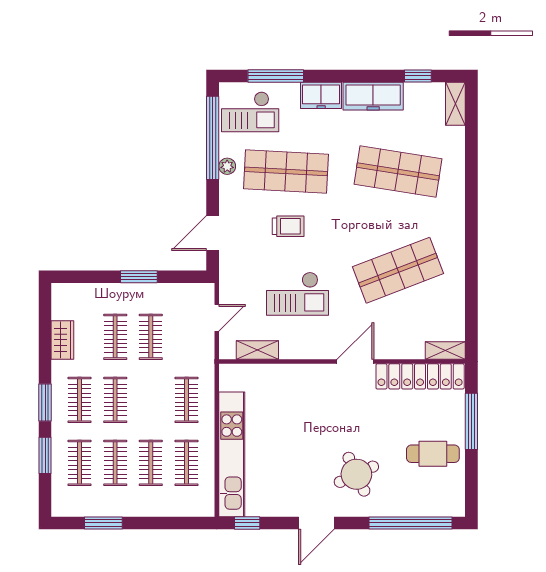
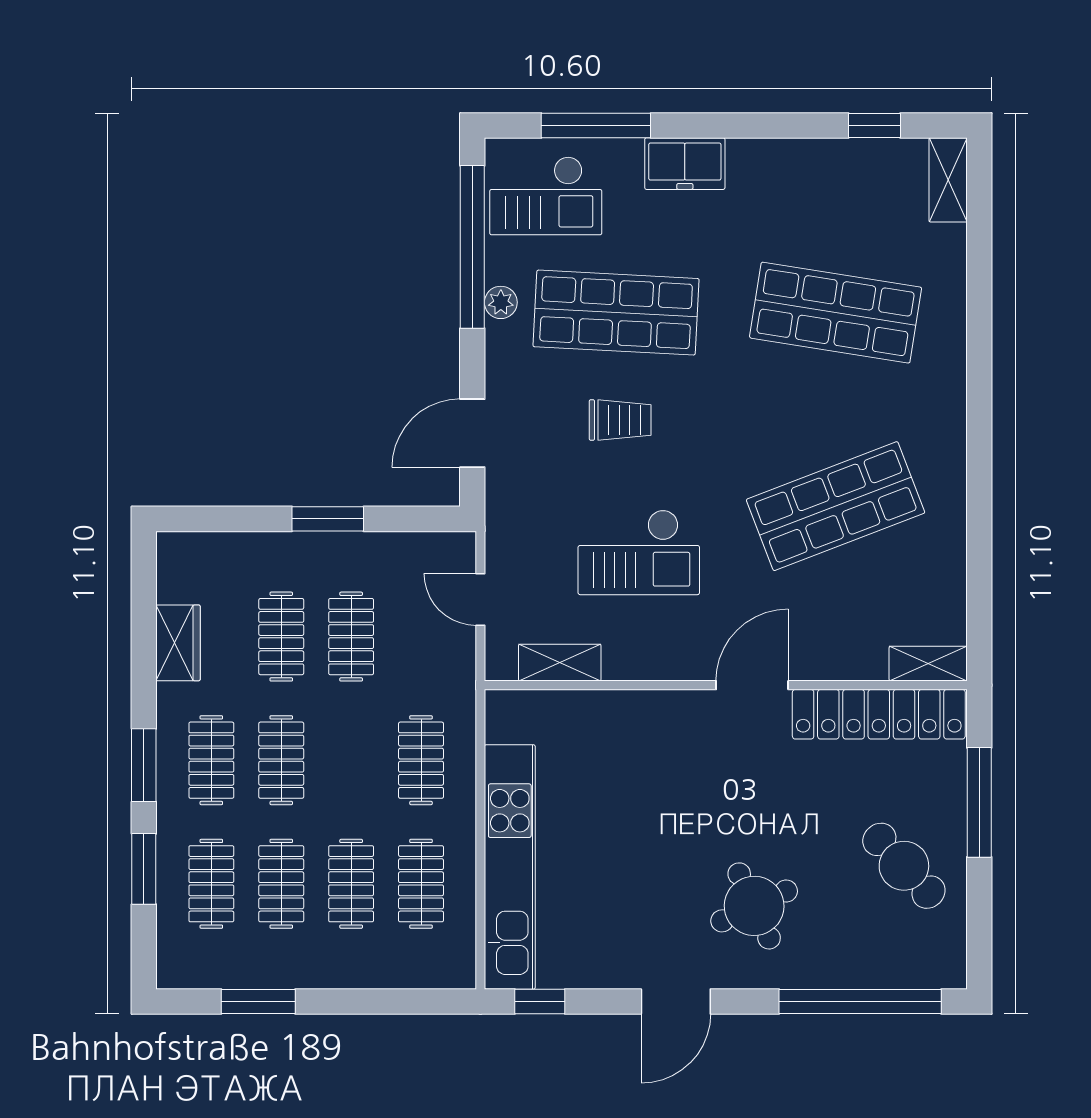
freezer: (373, 96) -> (787, 165), removed
door: (217, 318) -> (480, 599), swing flipped
cafe table: (433, 454) -> (904, 866), turned 47

